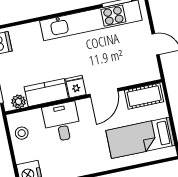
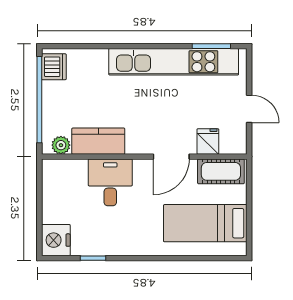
fridge: (76, 87) -> (208, 141), moved
stool: (22, 133) -> (57, 186), removed

